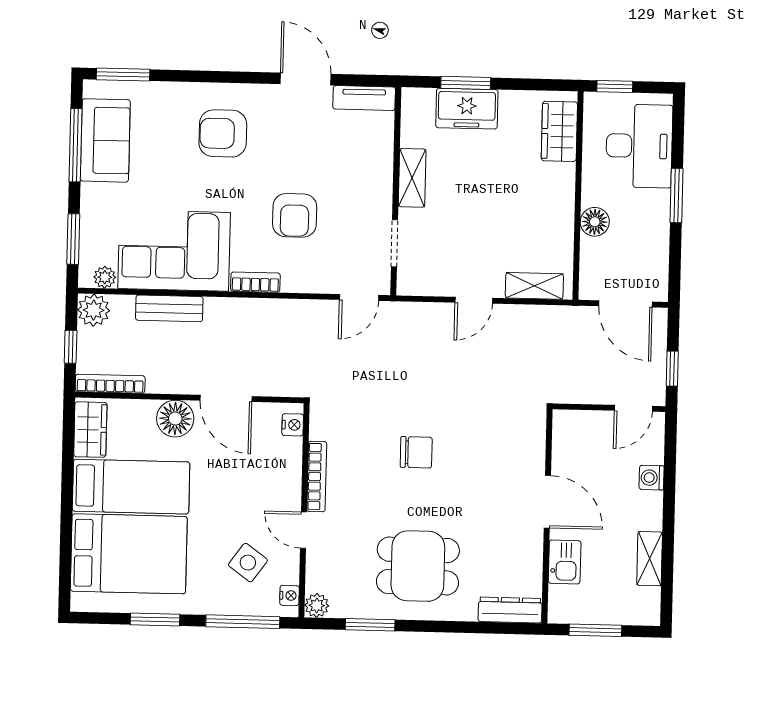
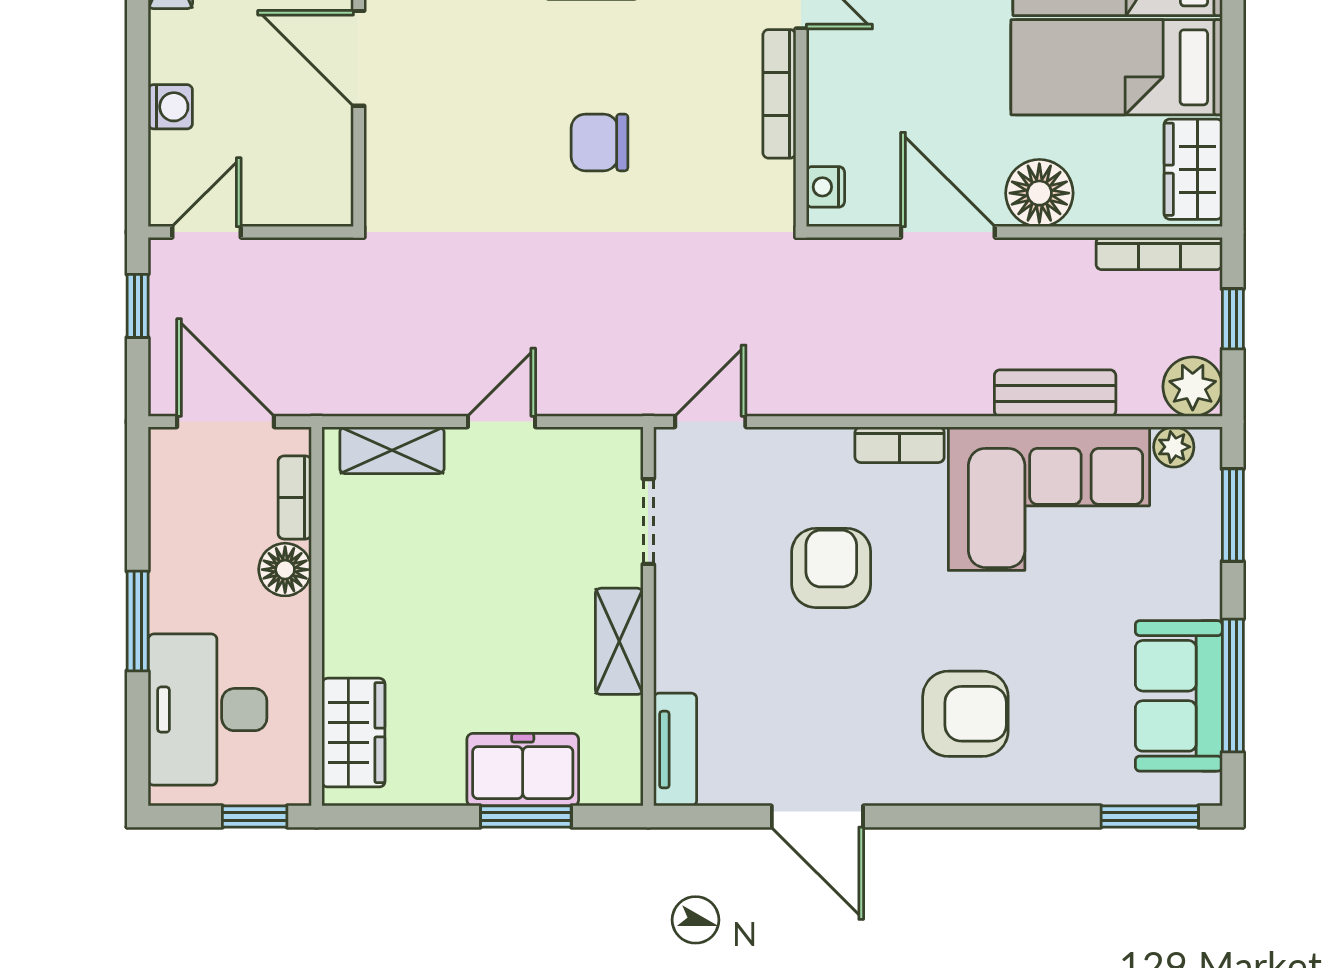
tv unit: (364, 98) -> (675, 750), moved, turned 90
bookcase: (588, 261) -> (295, 497), added

